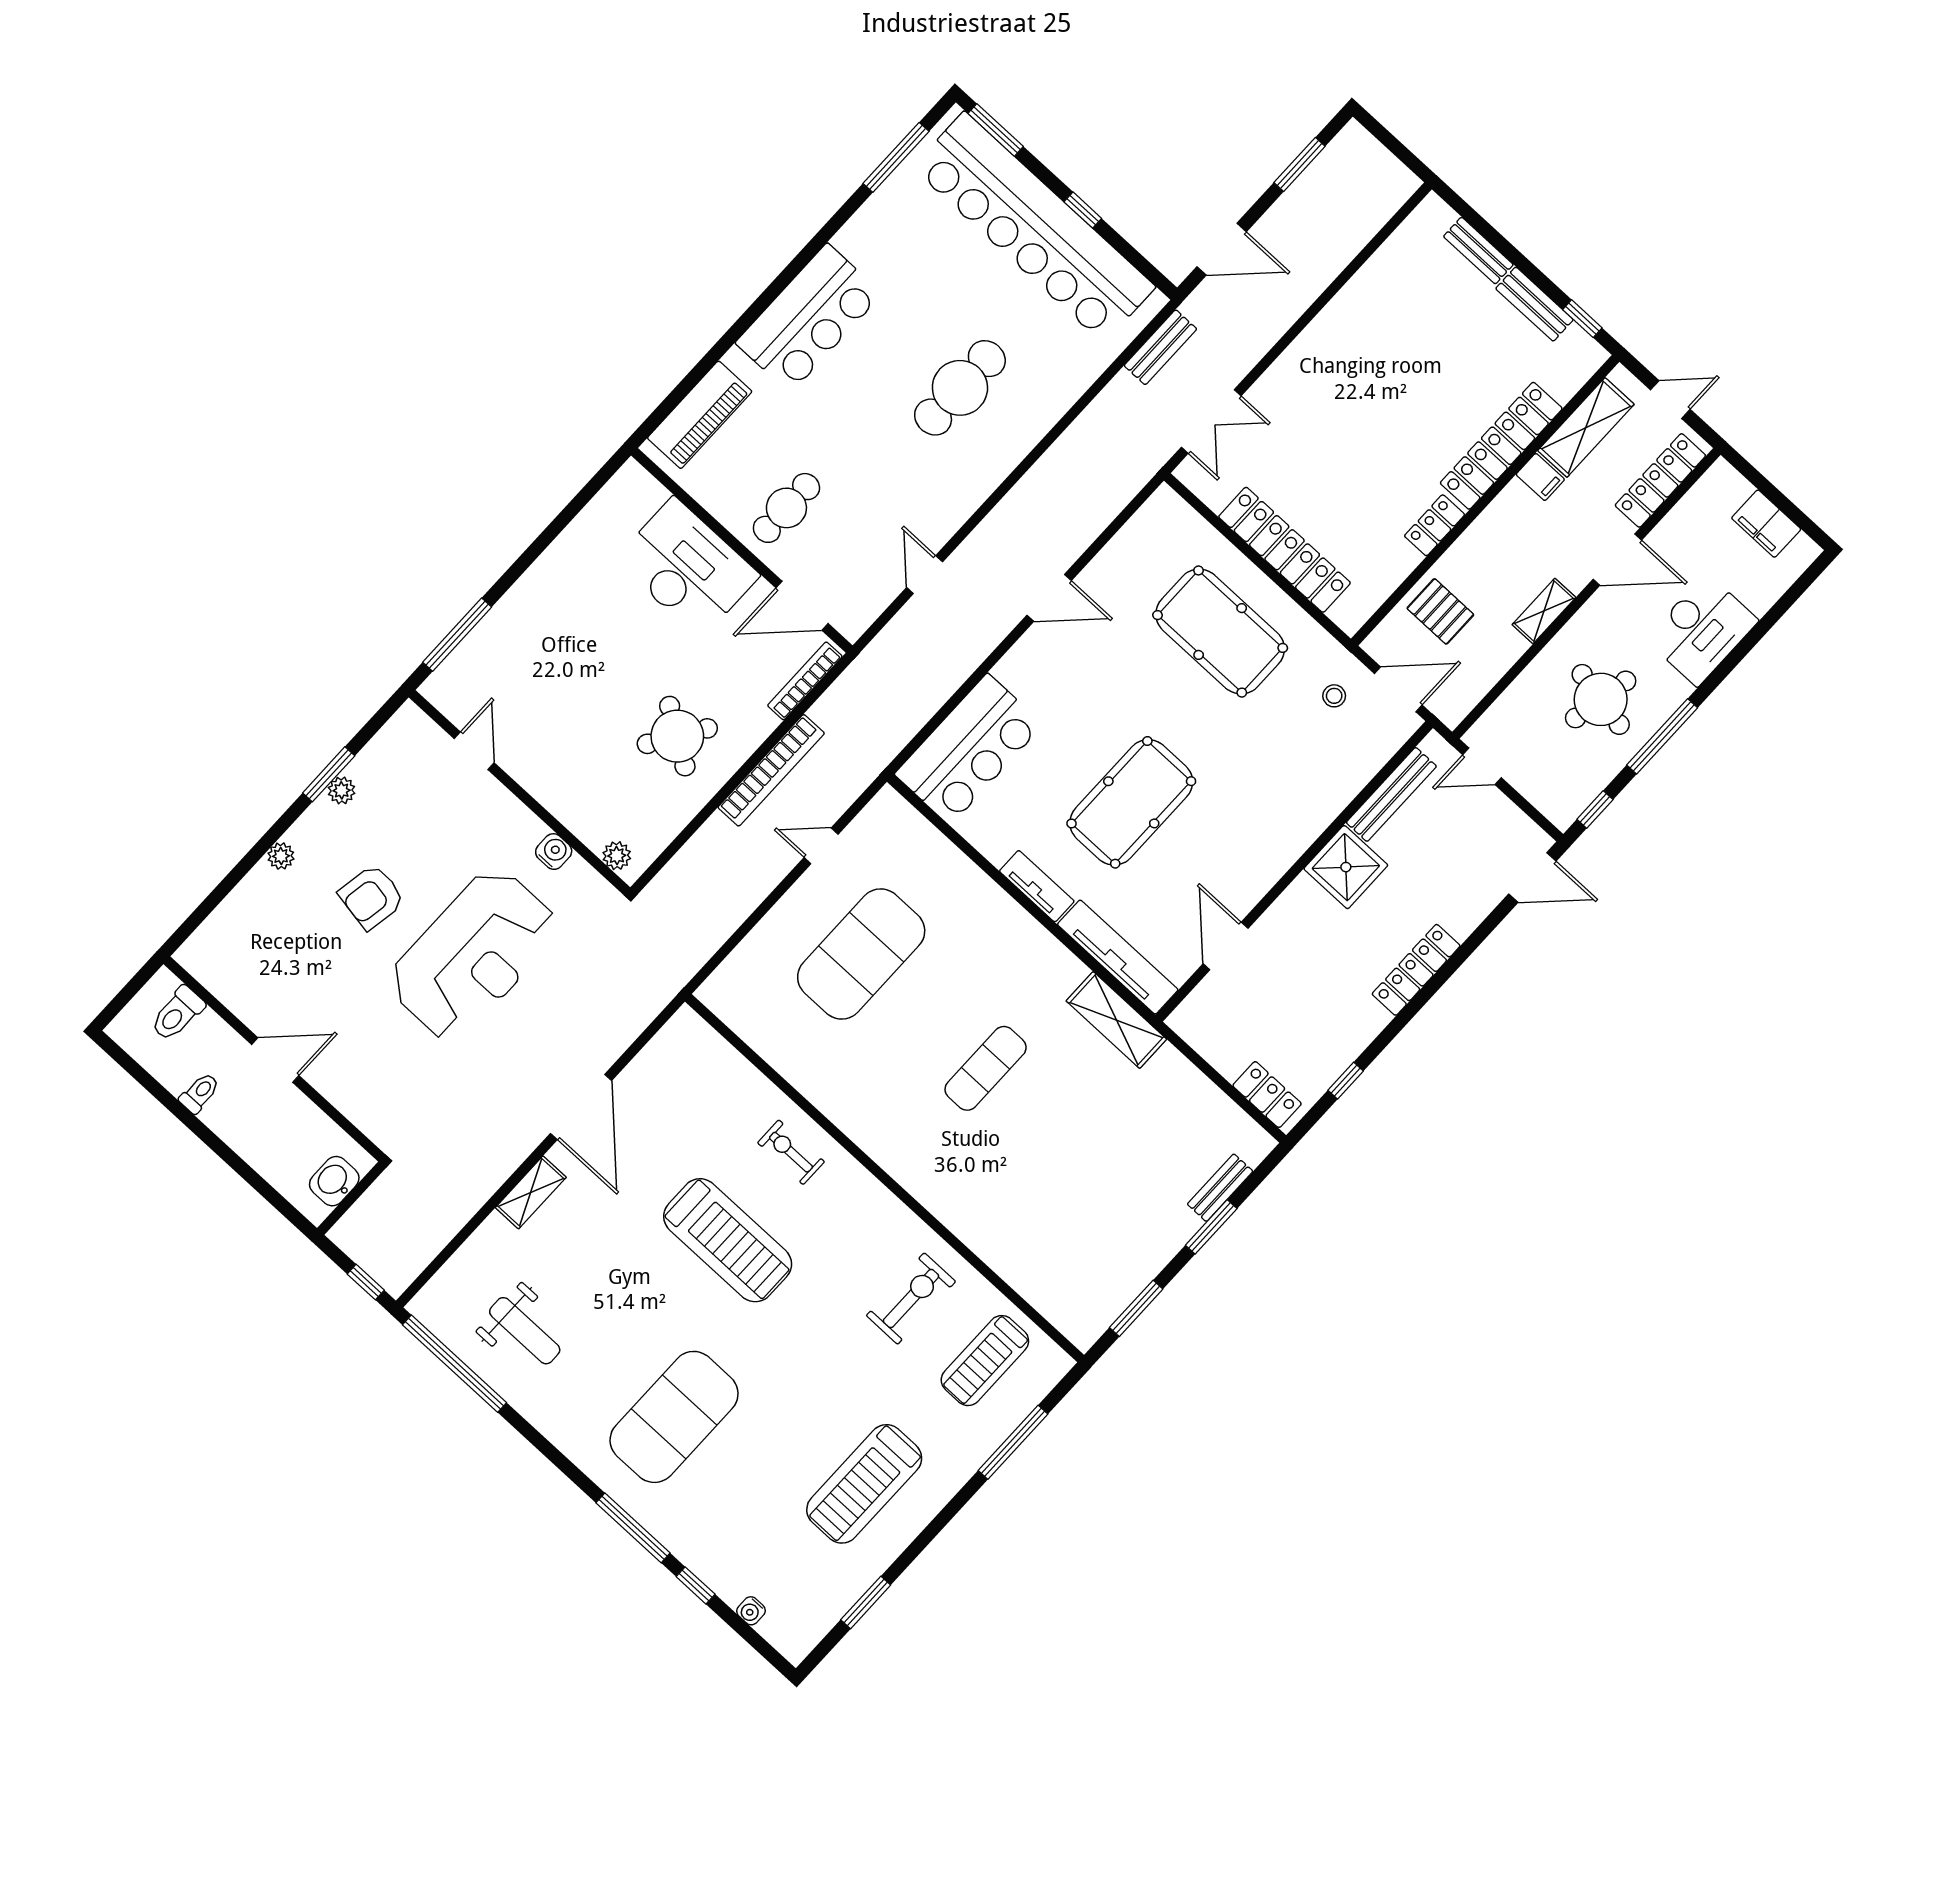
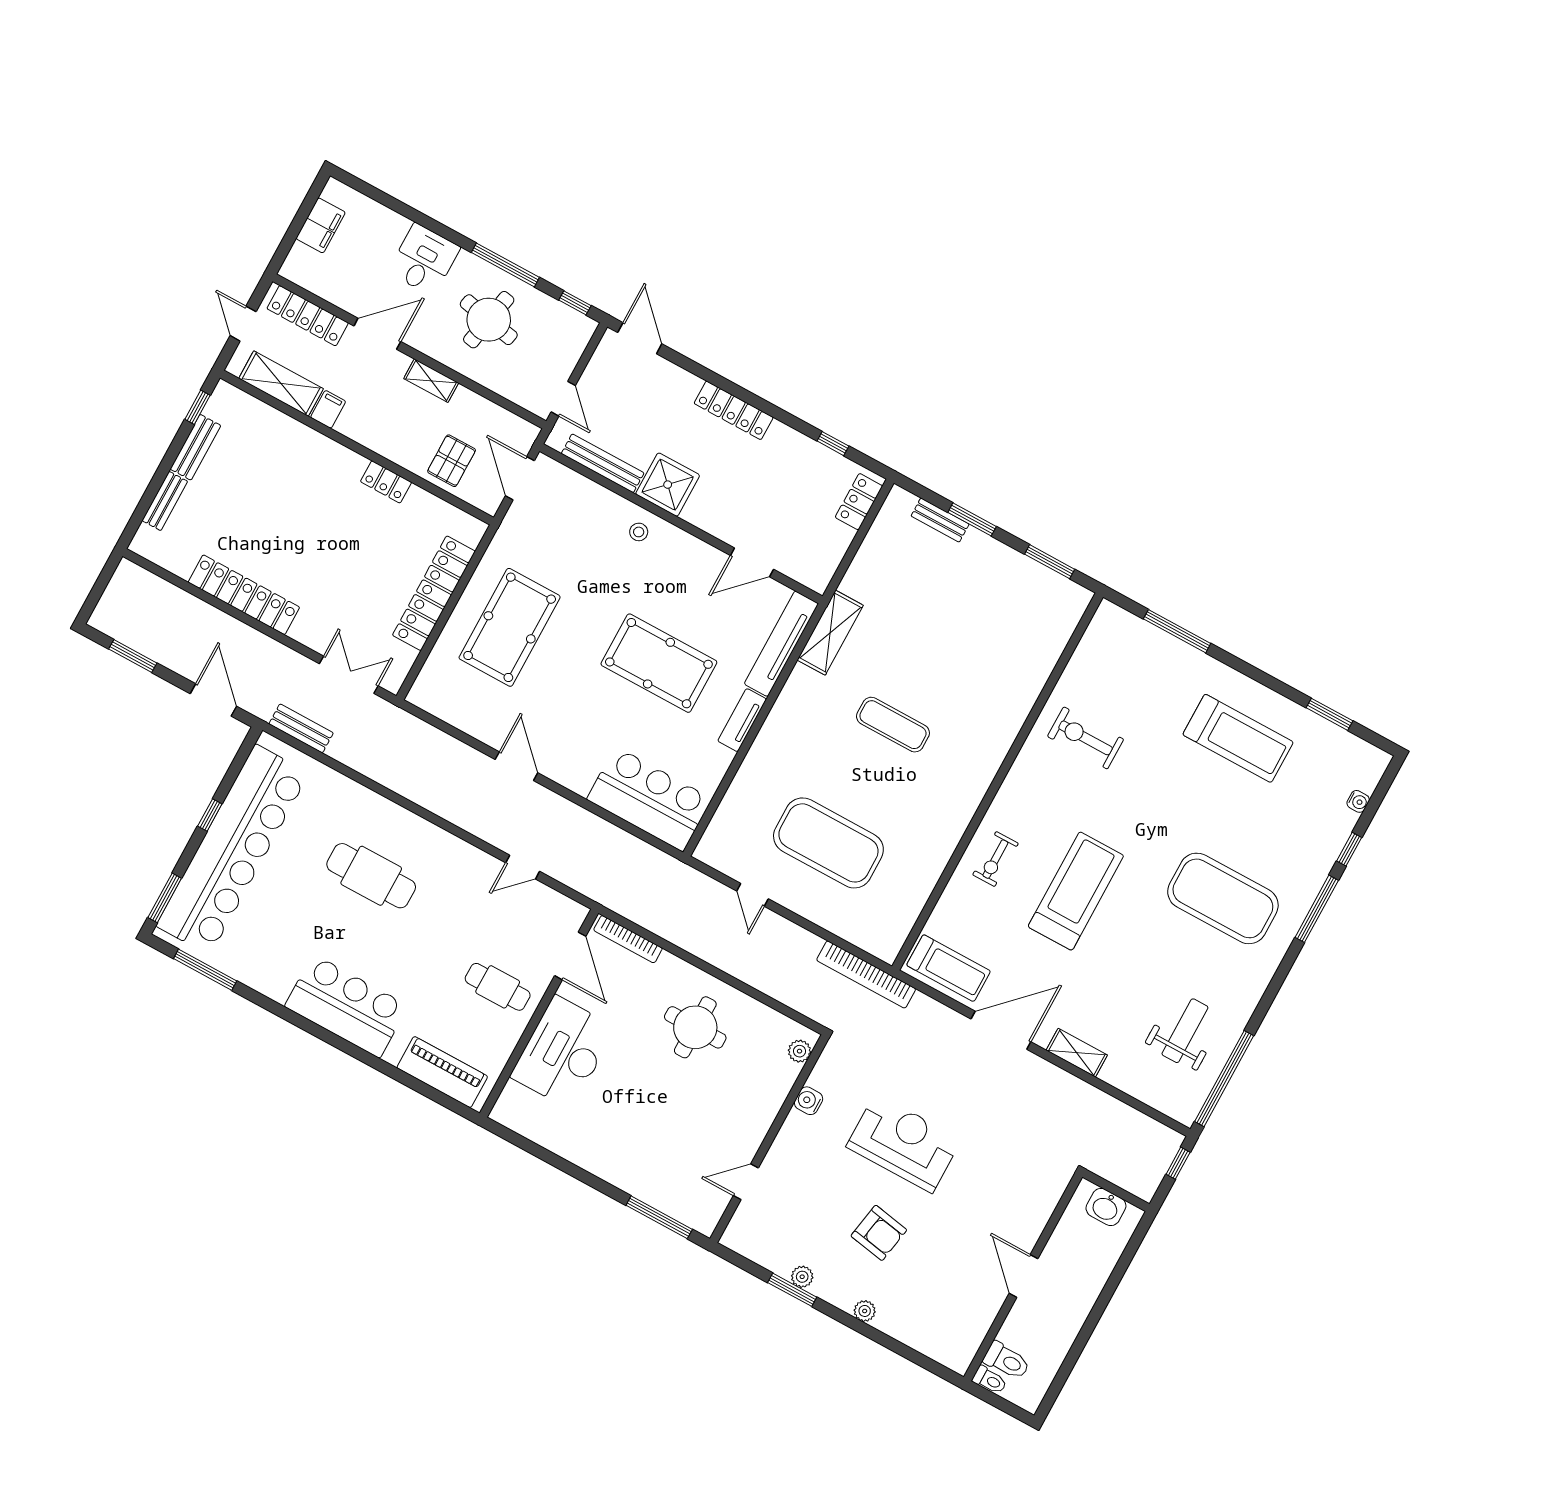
locker: (1501, 446) -> (244, 595), moved, turned 180
door: (1617, 560) -> (377, 334), hinge flipped
desk: (1702, 630) -> (424, 260), width x0.73
stool: (1334, 696) -> (639, 532), moved
round table: (677, 736) -> (695, 1027), turned -33
bookcase: (771, 770) -> (866, 975), moved, turned 180
reception desk: (473, 955) -> (904, 1143), width x0.74, depth x0.77
toilet: (200, 1093) -> (990, 1380), moved, turned 180
treadmill: (985, 1361) -> (949, 968), moved

